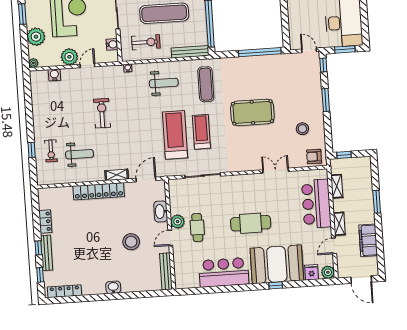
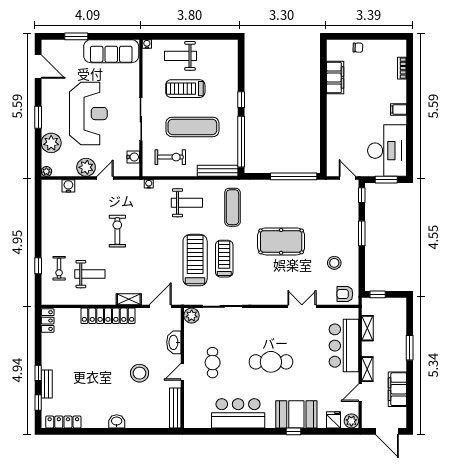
locker: (45, 221) -> (48, 321), moved
plant: (178, 222) -> (192, 316), moved
bench: (47, 253) -> (47, 384), width x0.73
booth: (277, 264) -> (296, 414), width x0.73, depth x0.70

